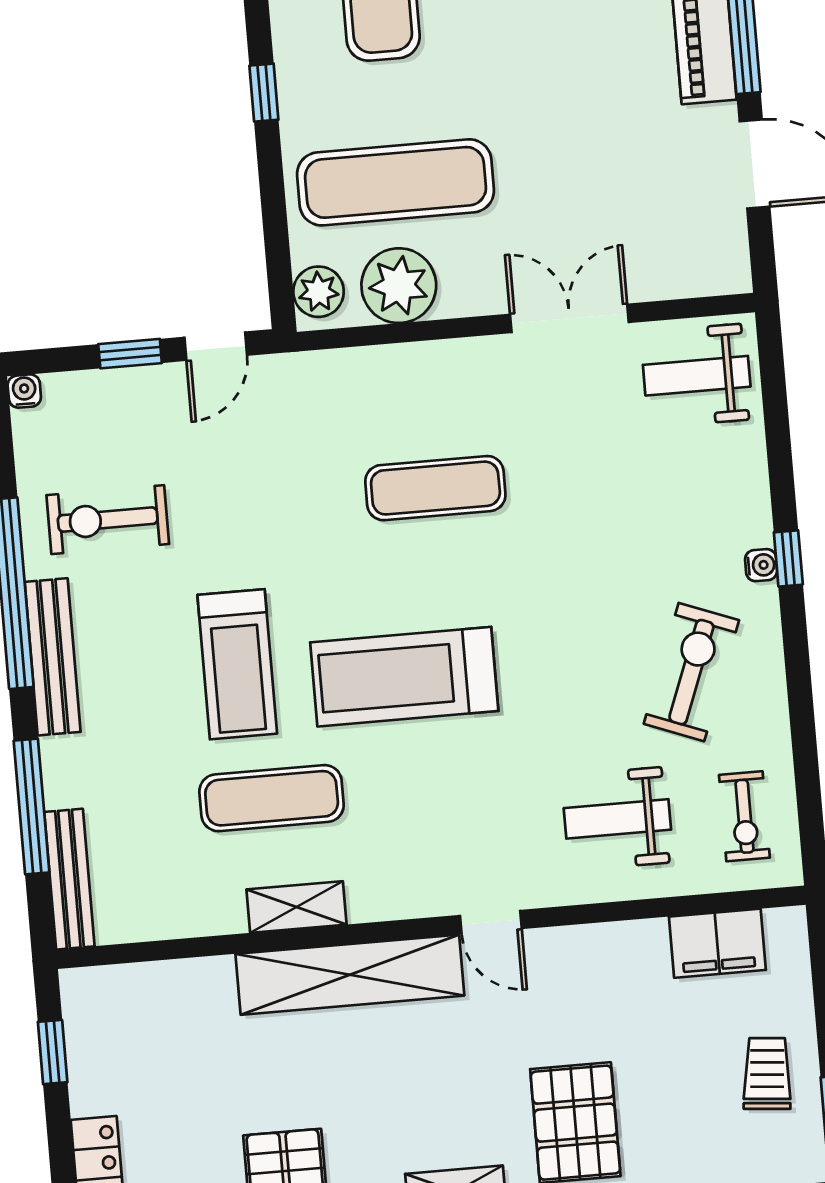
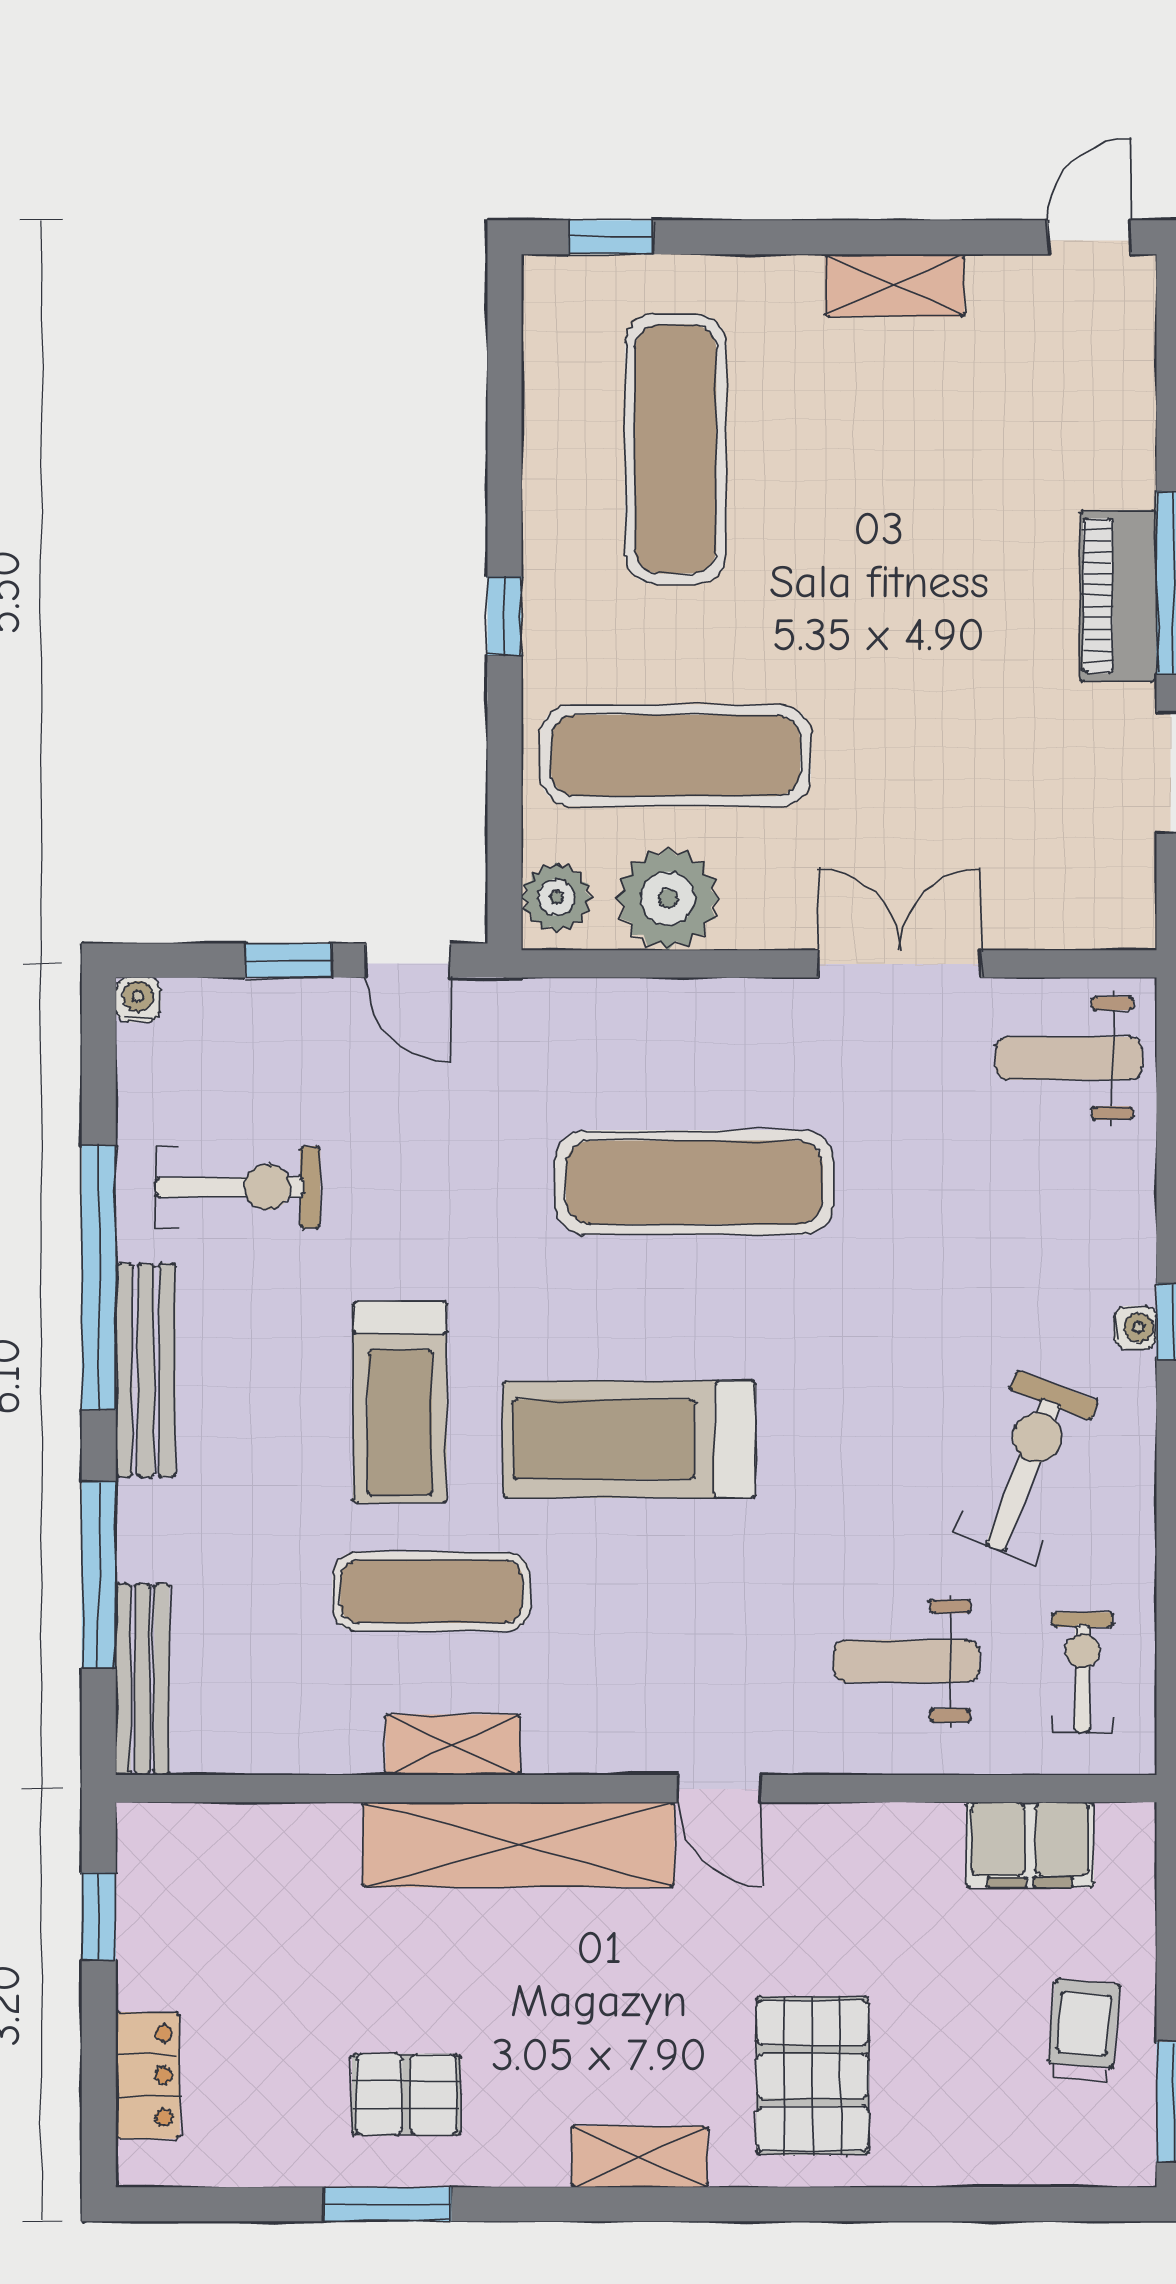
door: (216, 346) -> (408, 961), hinge flipped
exercise mat: (435, 488) -> (694, 1183), width x1.36, depth x1.45
exercise bike: (108, 520) -> (238, 1187), turned 180
exercise bike: (744, 816) -> (1083, 1672), turned 180

